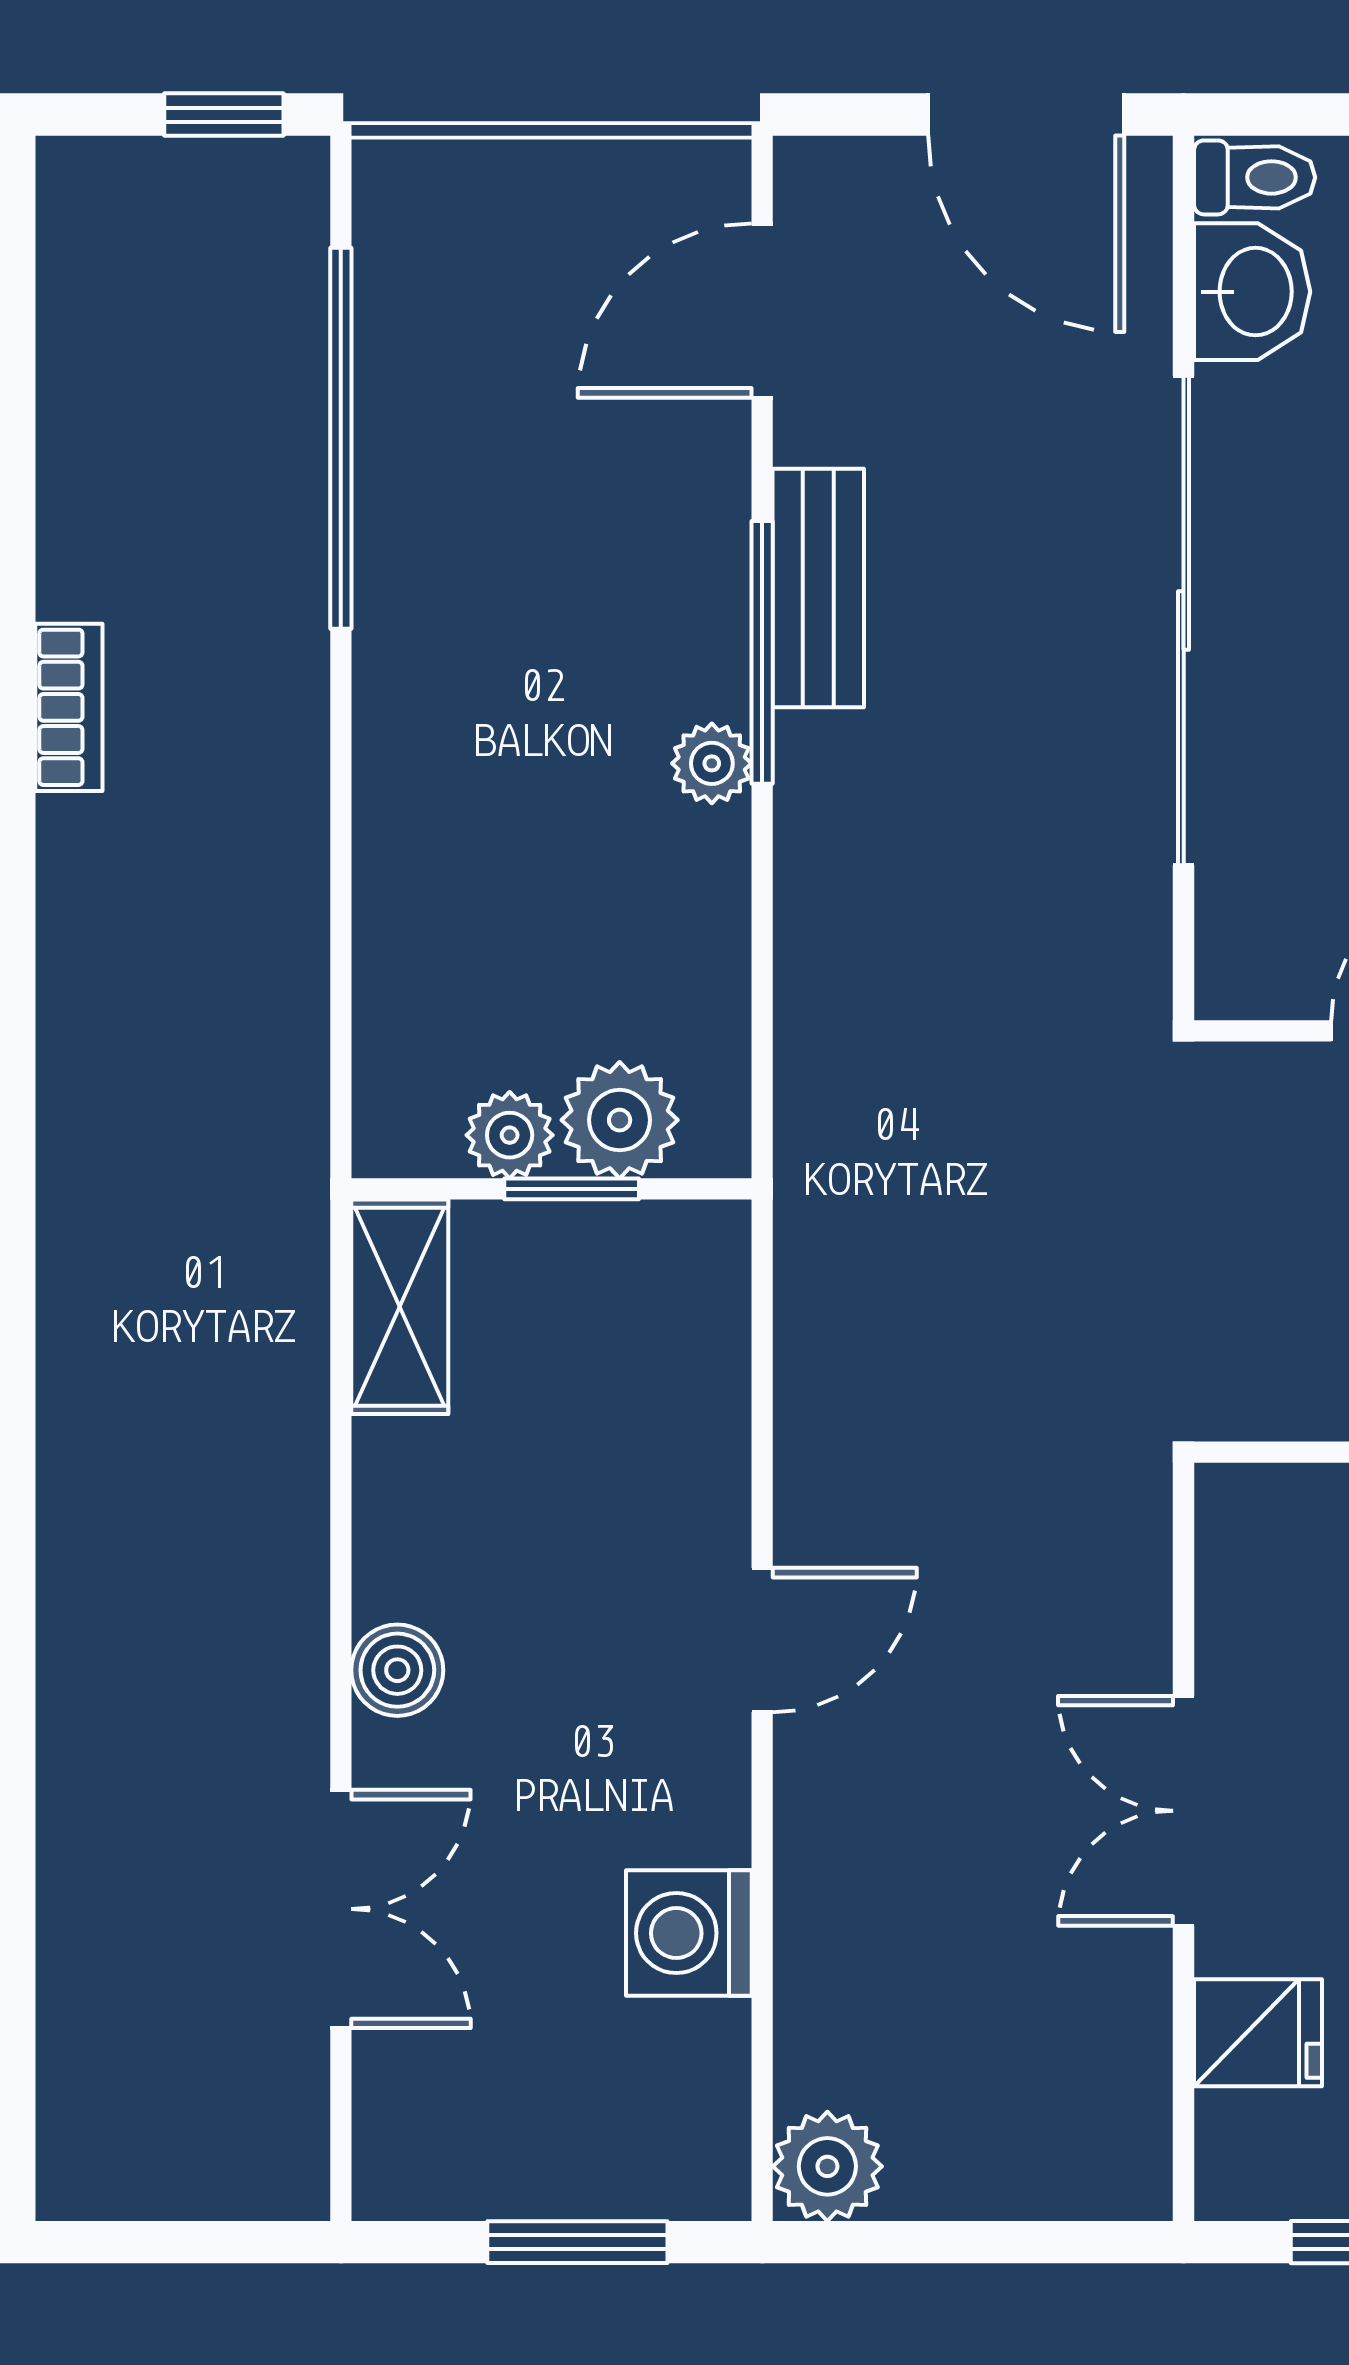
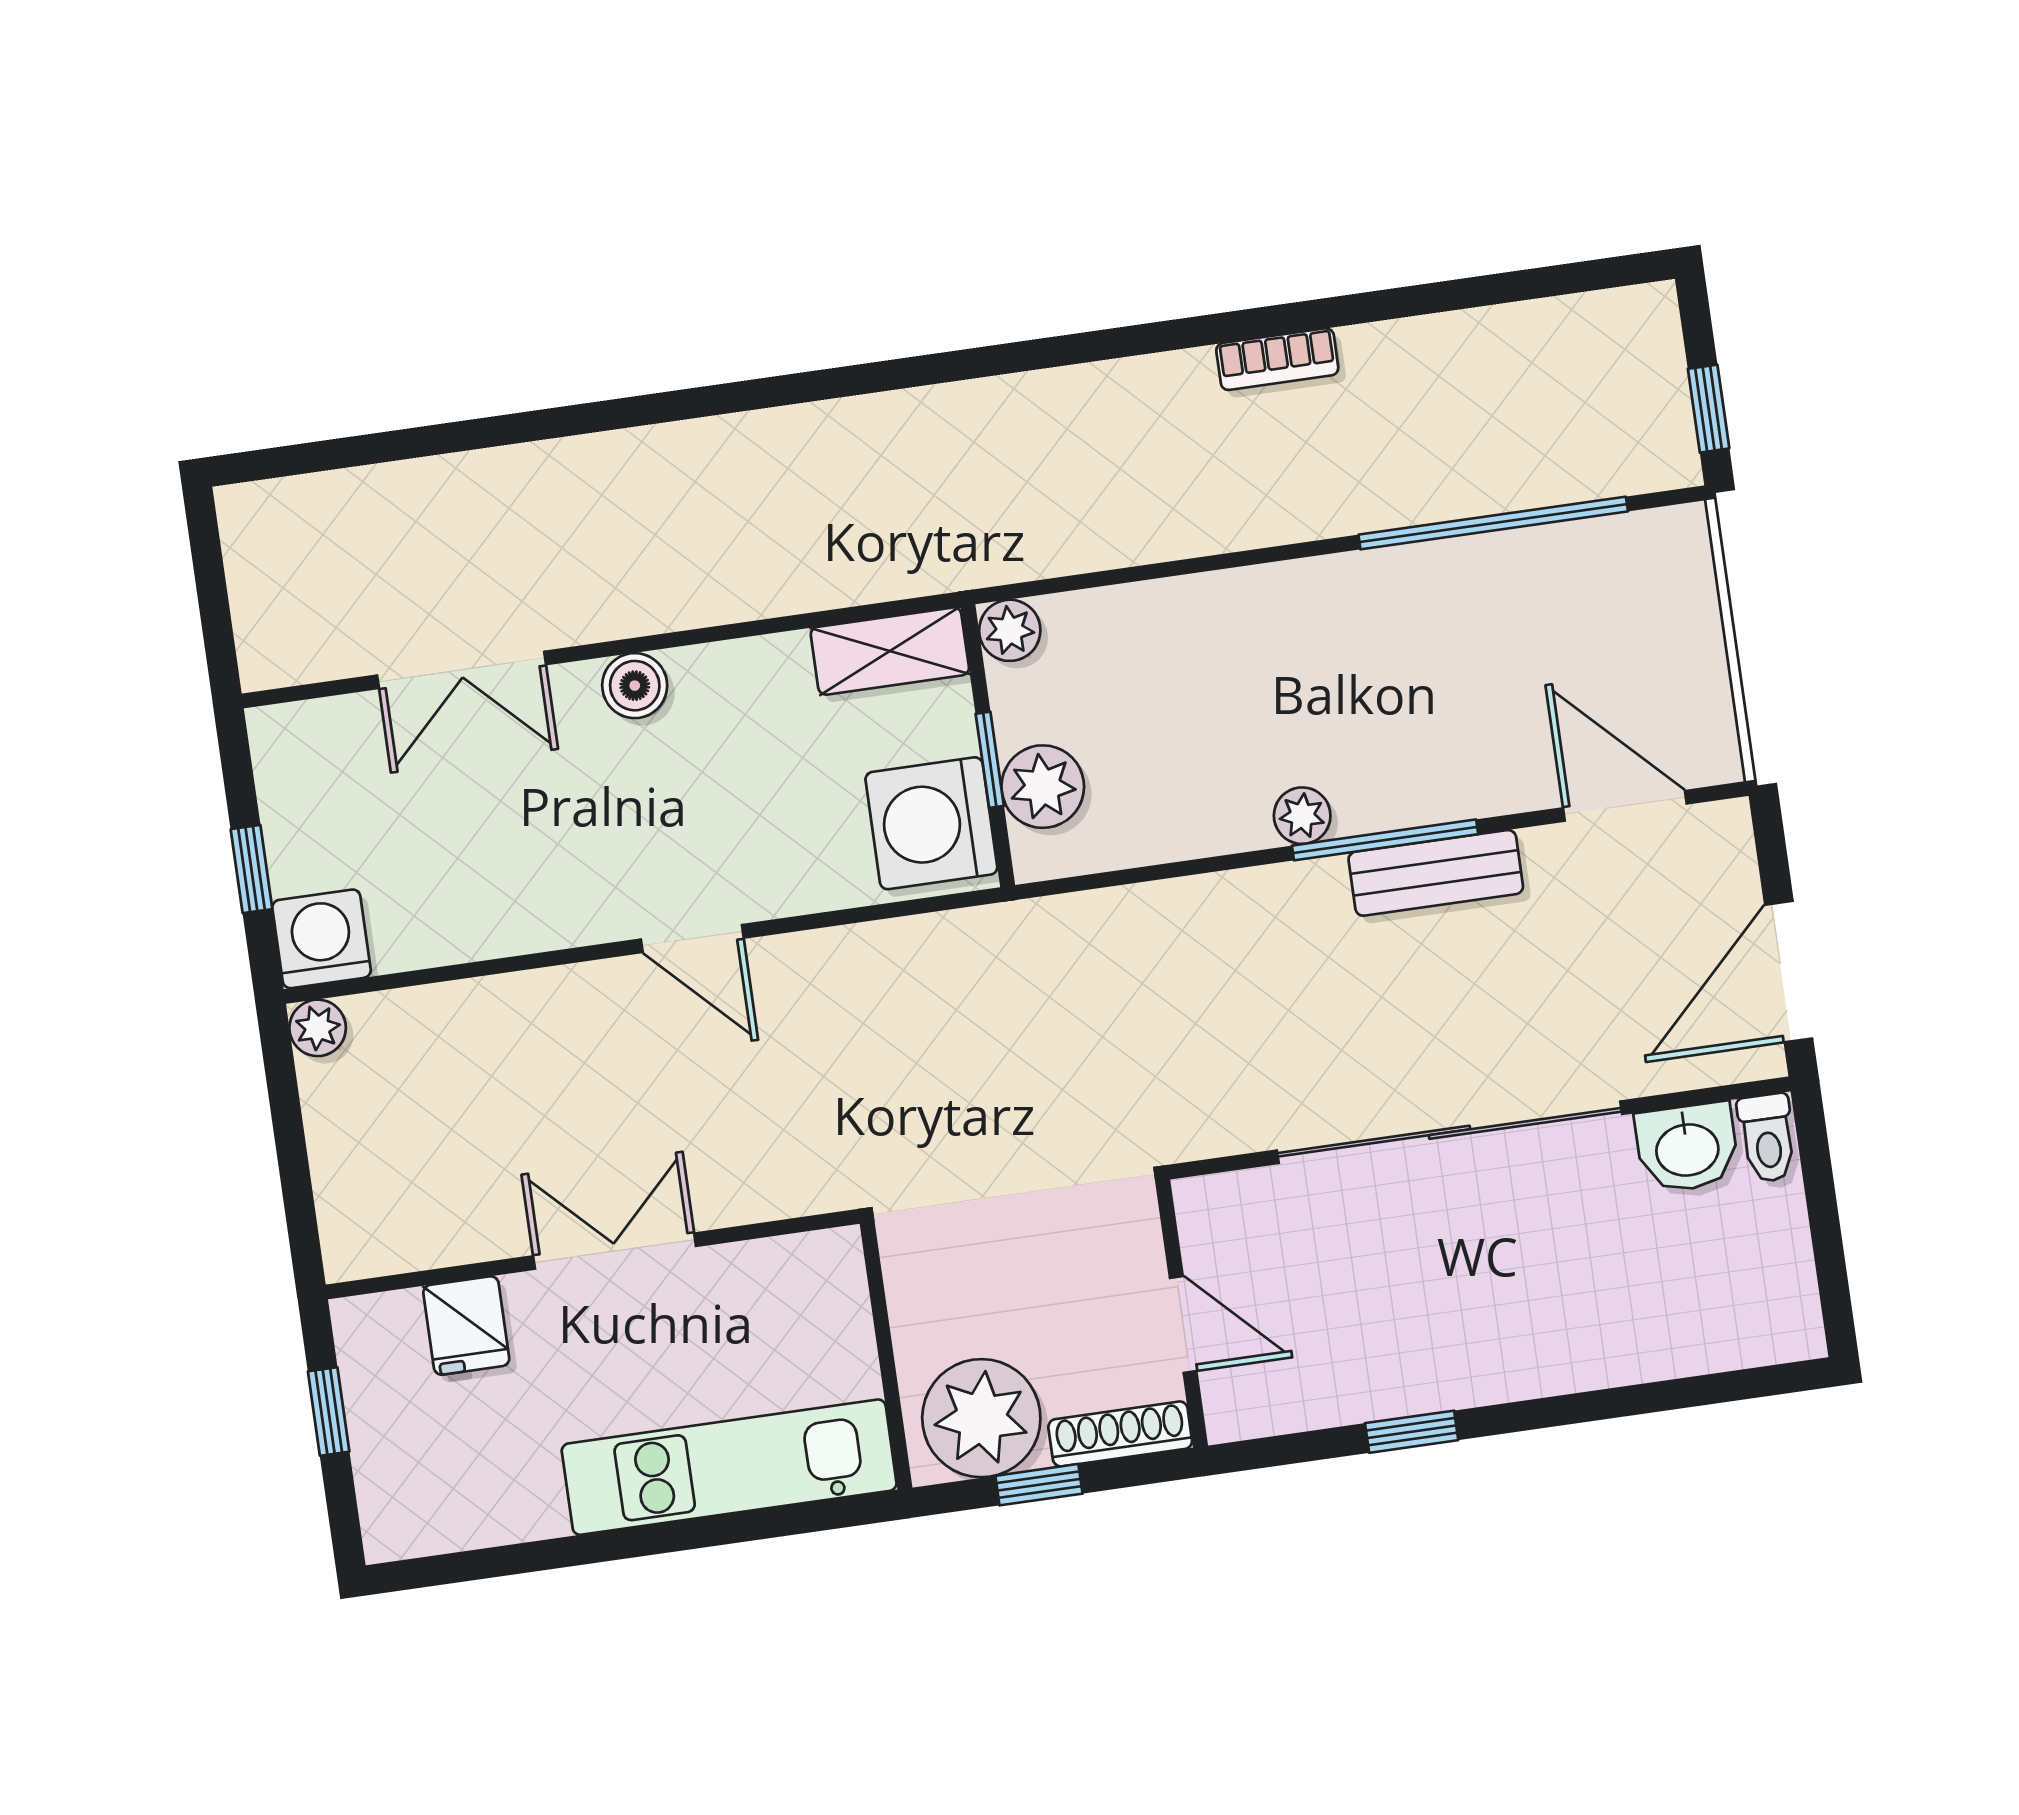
plant: (510, 1135) -> (1010, 630), moved
washing machine: (649, 1283) -> (931, 823), added
washing machine: (689, 1933) -> (321, 939), moved
plant: (827, 2166) -> (318, 1028), width x0.73, depth x0.73
window: (577, 2242) -> (251, 869), width x0.67

